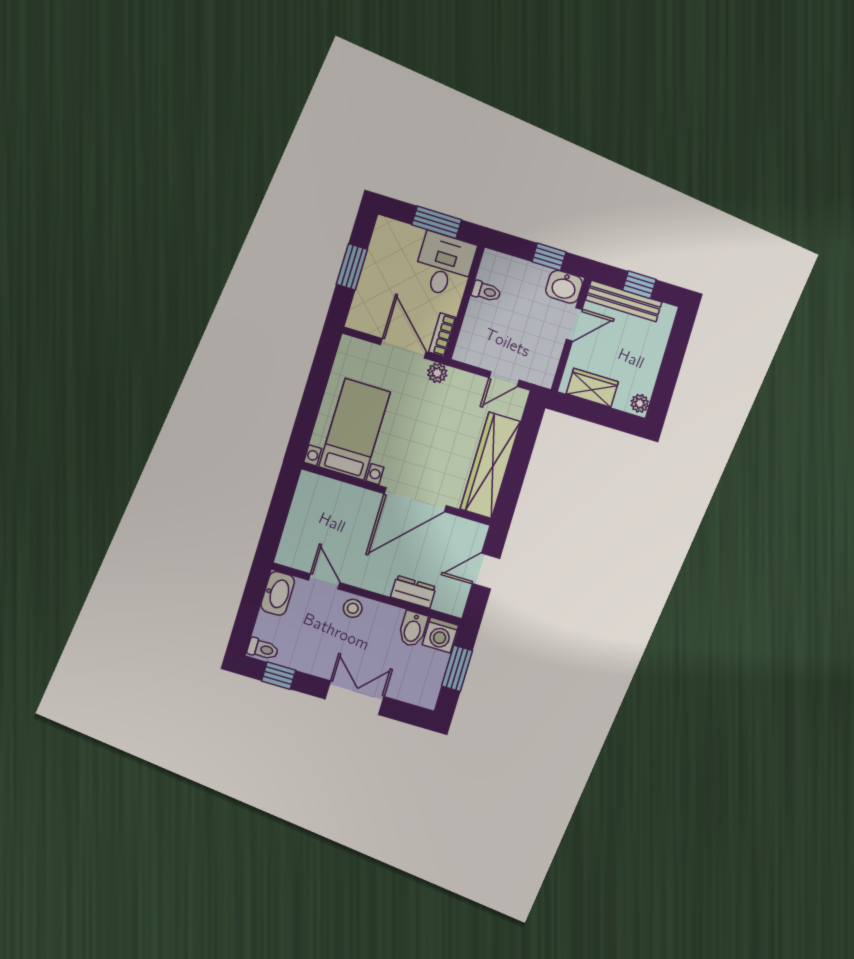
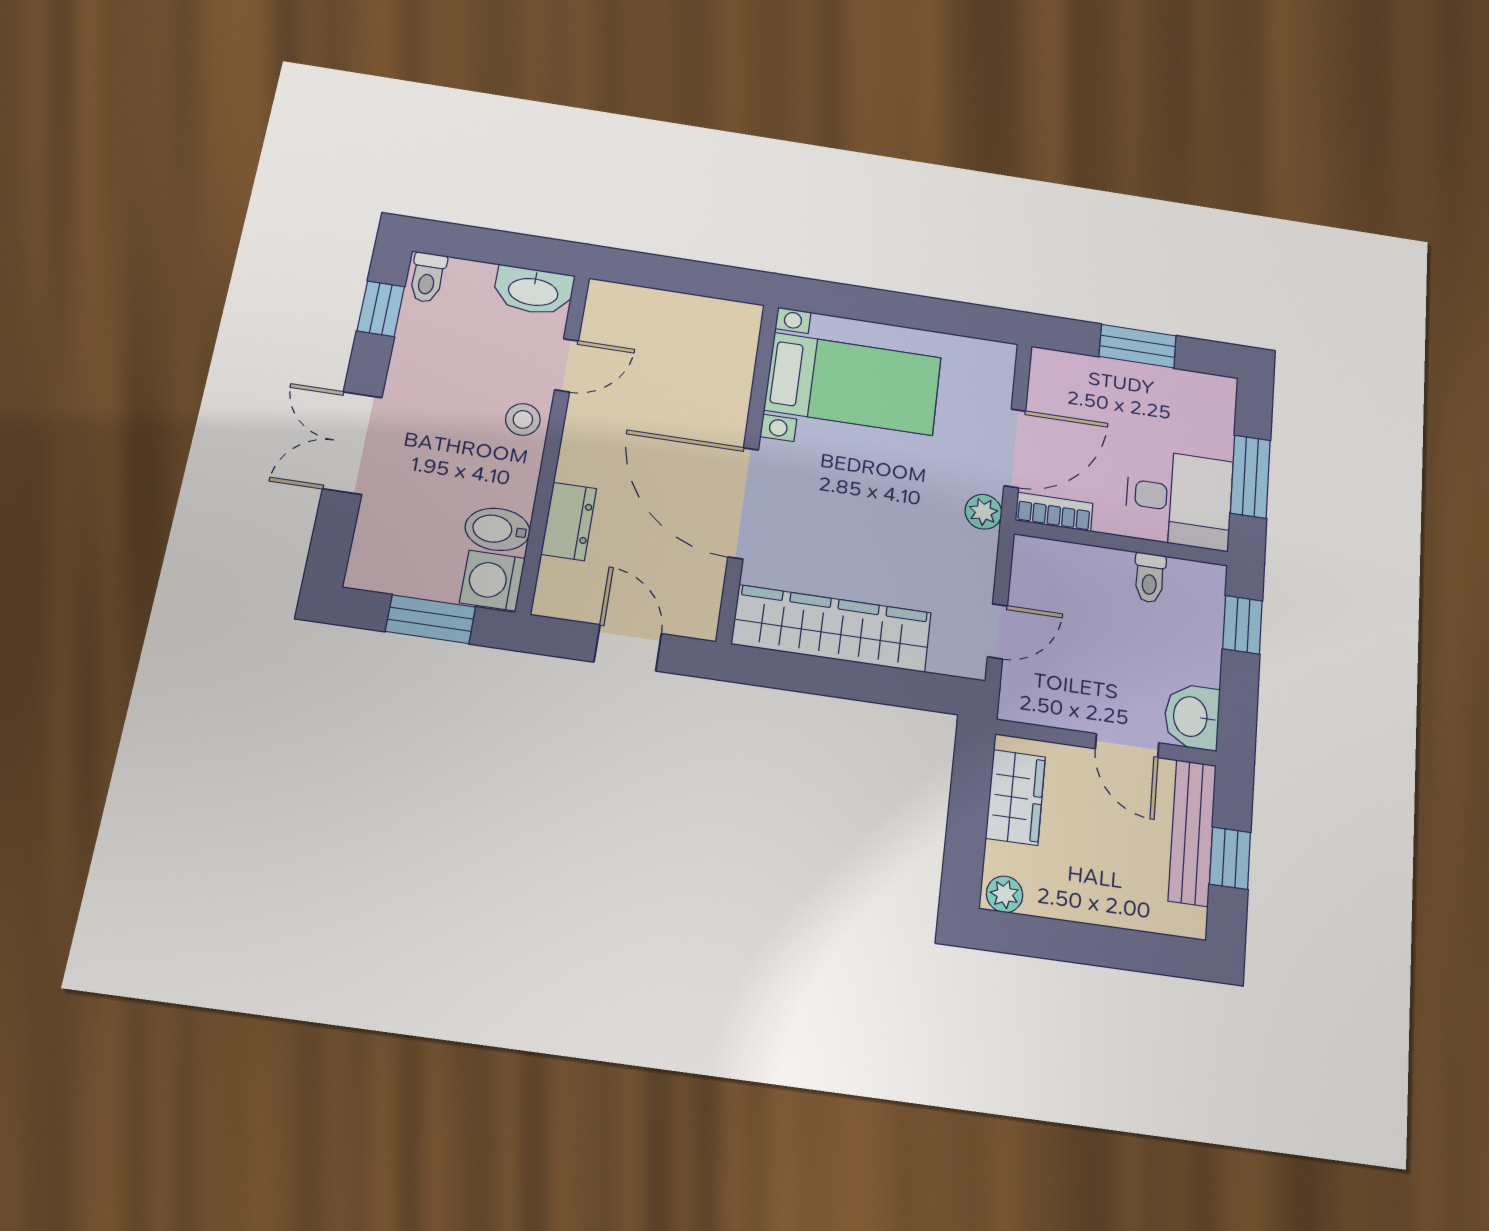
window: (549, 257) -> (1242, 625), moved
door: (504, 379) -> (998, 631), swing flipped
double door: (355, 698) -> (352, 443), swing flipped

